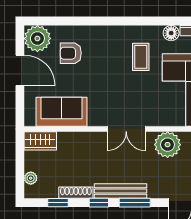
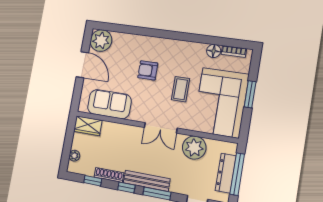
armchair: (71, 53) -> (148, 70), moved
coffee table: (141, 57) -> (181, 89), moved

